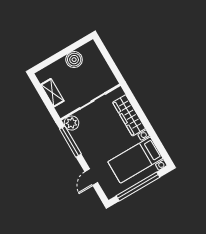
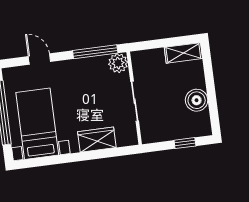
window: (106, 55) -> (185, 143), added
shelving: (52, 93) -> (183, 53), moved
wardrobe: (129, 115) -> (97, 140), width x0.67

